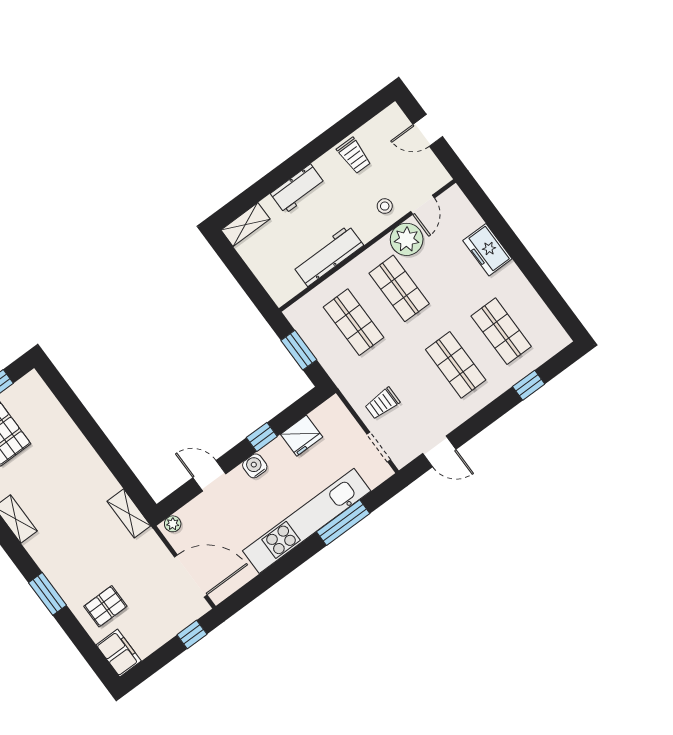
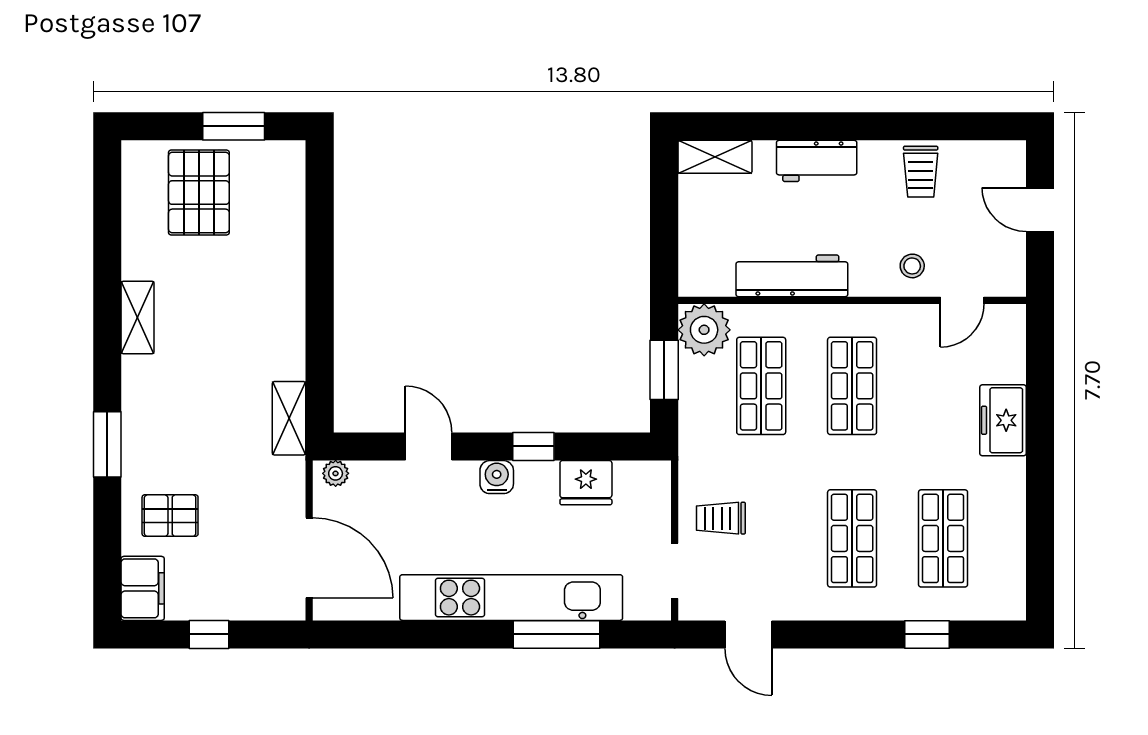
plant: (407, 239) -> (704, 330), moved
window: (192, 634) -> (209, 634), moved

